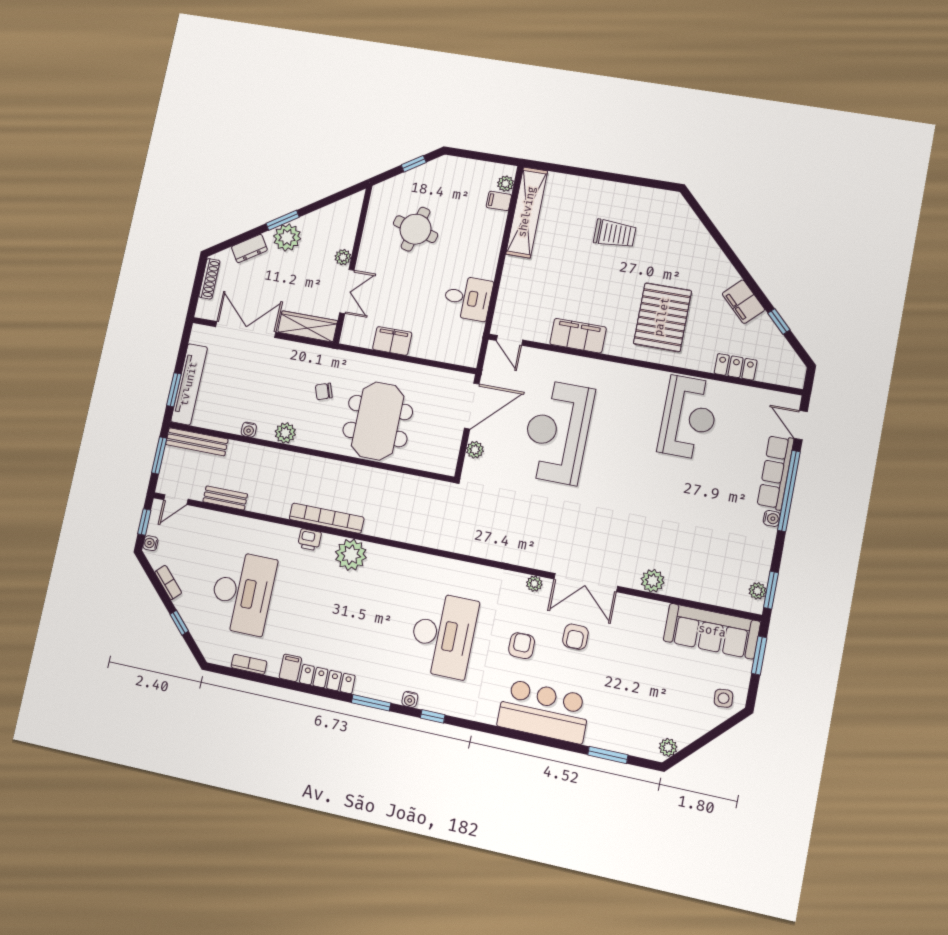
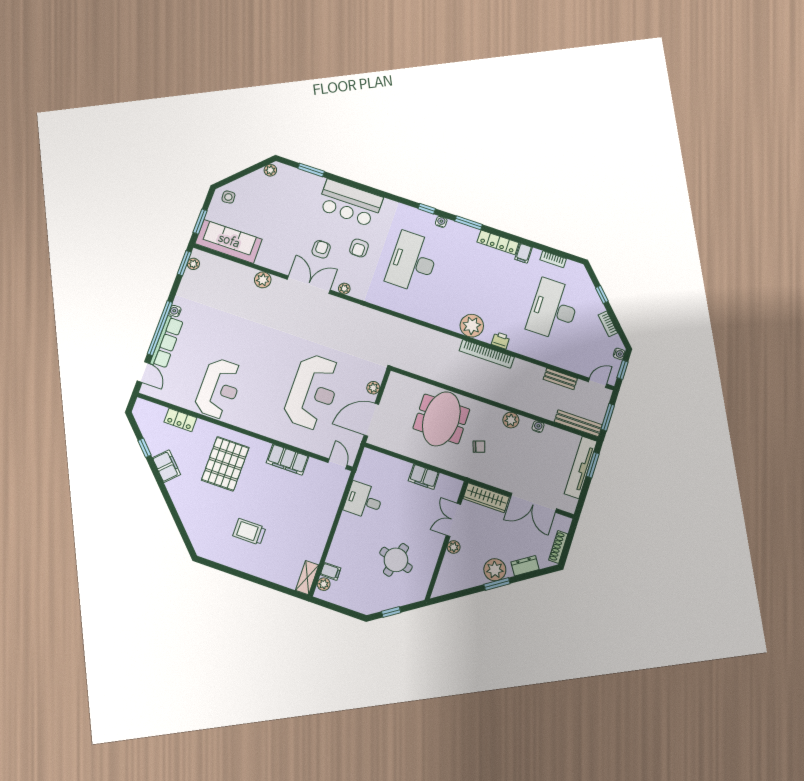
shelving: (527, 212) -> (307, 578), width x0.45, depth x0.75
reception desk: (689, 418) -> (219, 389), turned 180

